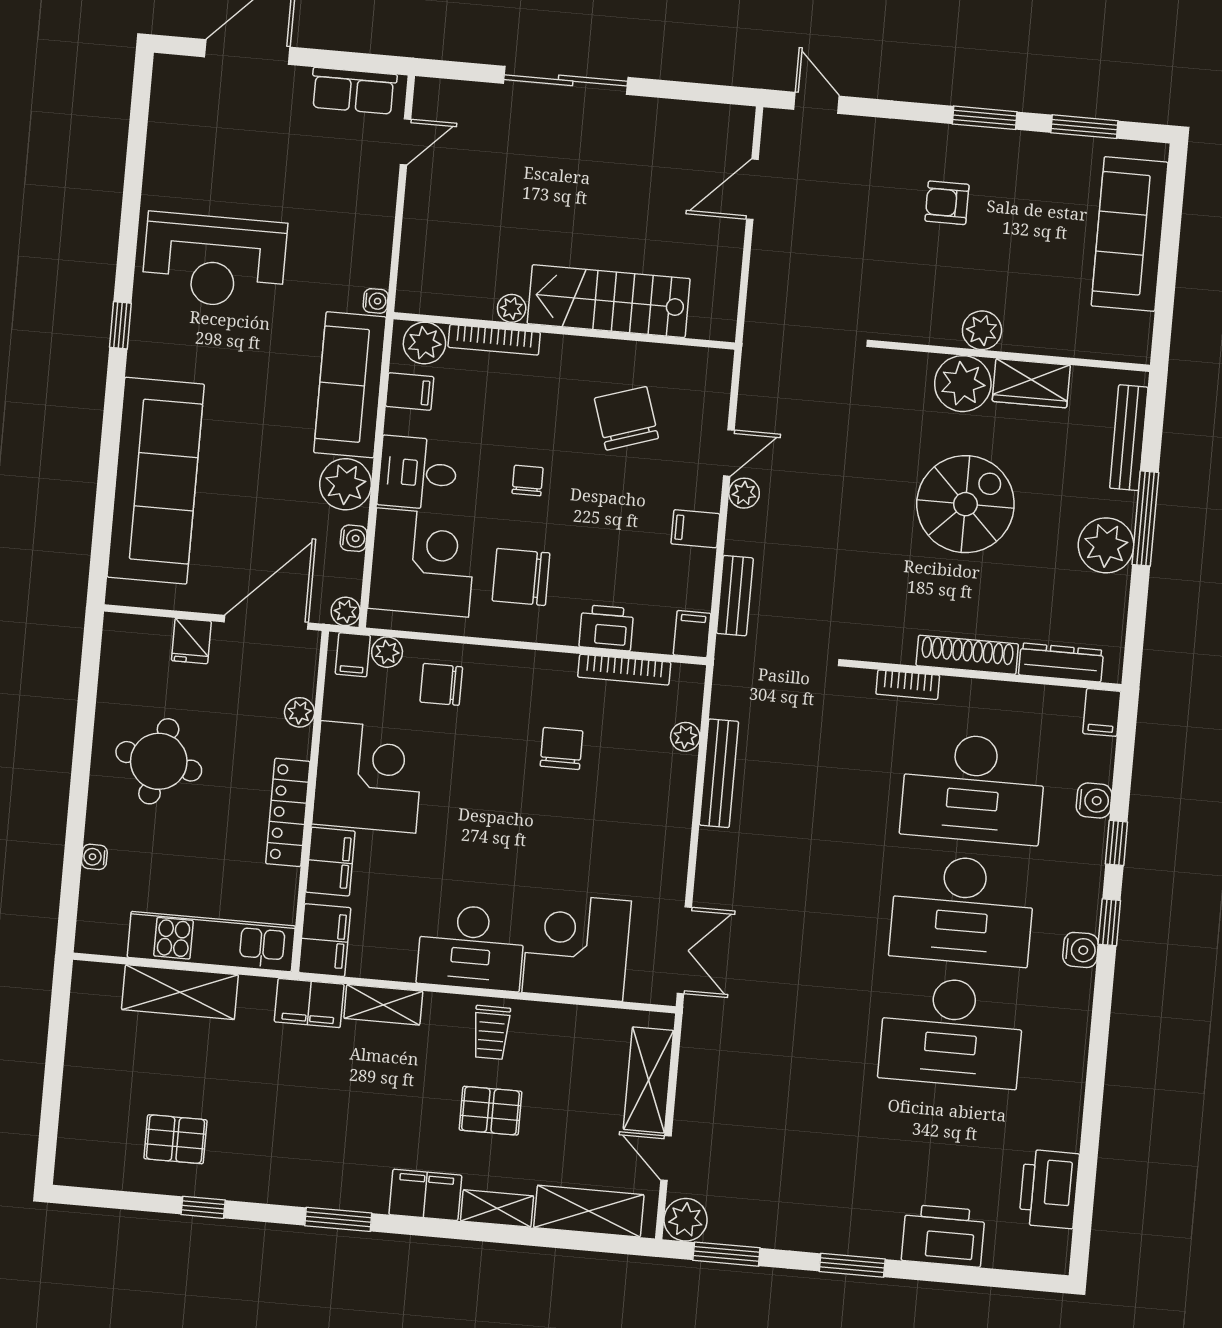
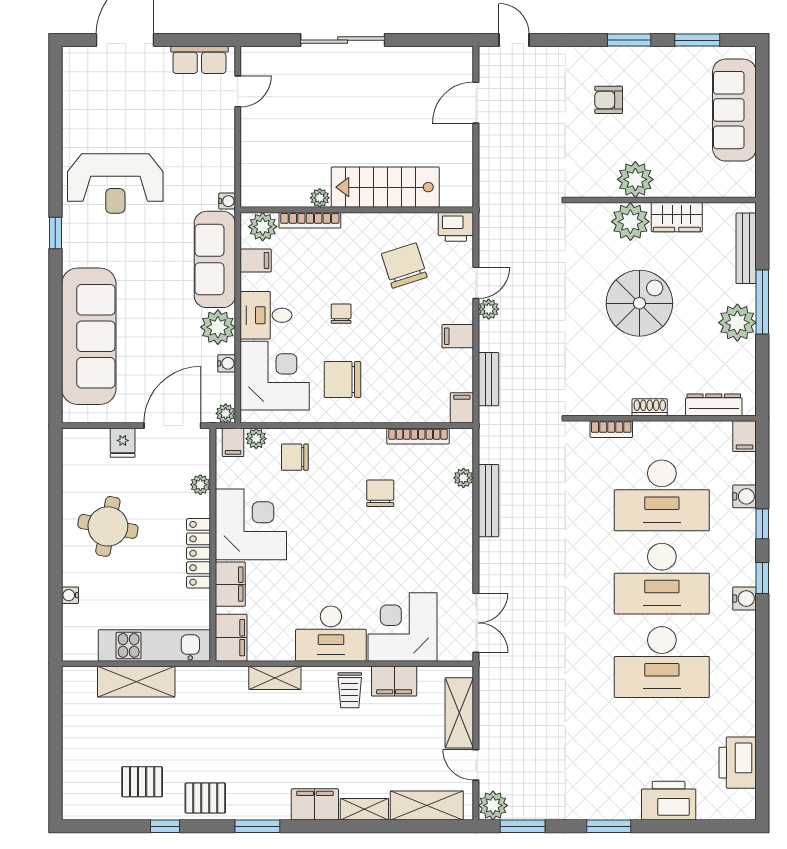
plant: (982, 330) -> (635, 179), width x1.36, depth x1.36
printer: (606, 628) -> (456, 227), moved, turned 180
shoe rack: (967, 655) -> (650, 407), width x0.51, depth x0.81
filing cabinet: (309, 1003) -> (394, 681), moved
pallet: (490, 1111) -> (205, 798), moved

